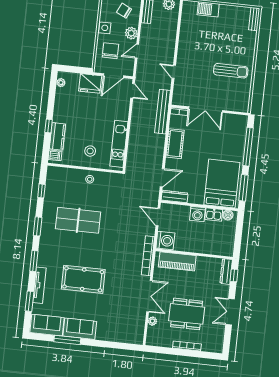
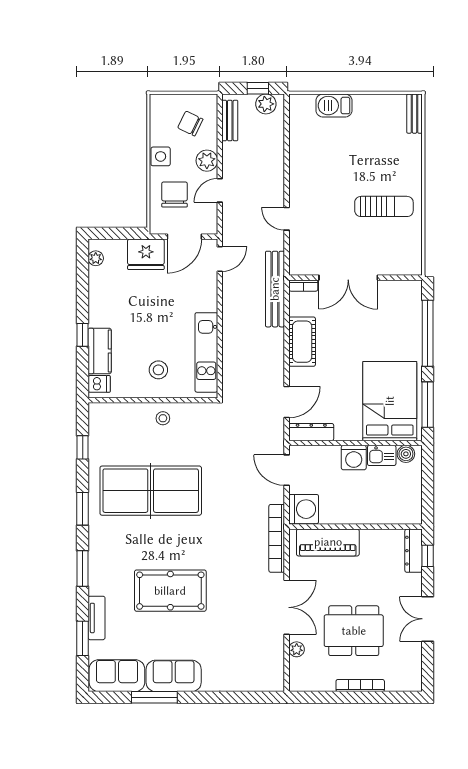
door: (133, 91) -> (220, 259), hinge flipped
table tennis table: (78, 220) -> (151, 491), width x1.36, depth x1.32
tv unit: (39, 285) -> (97, 618), width x0.71

